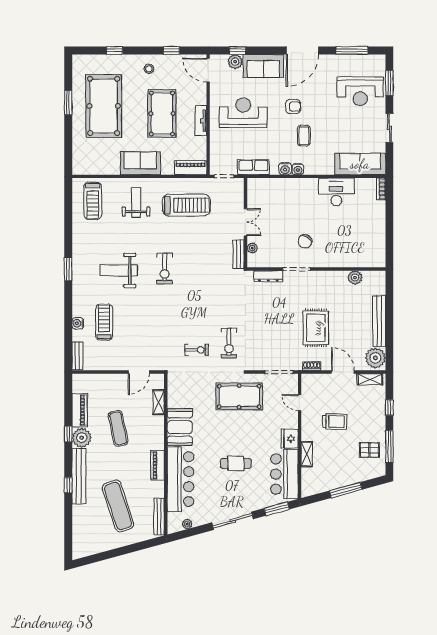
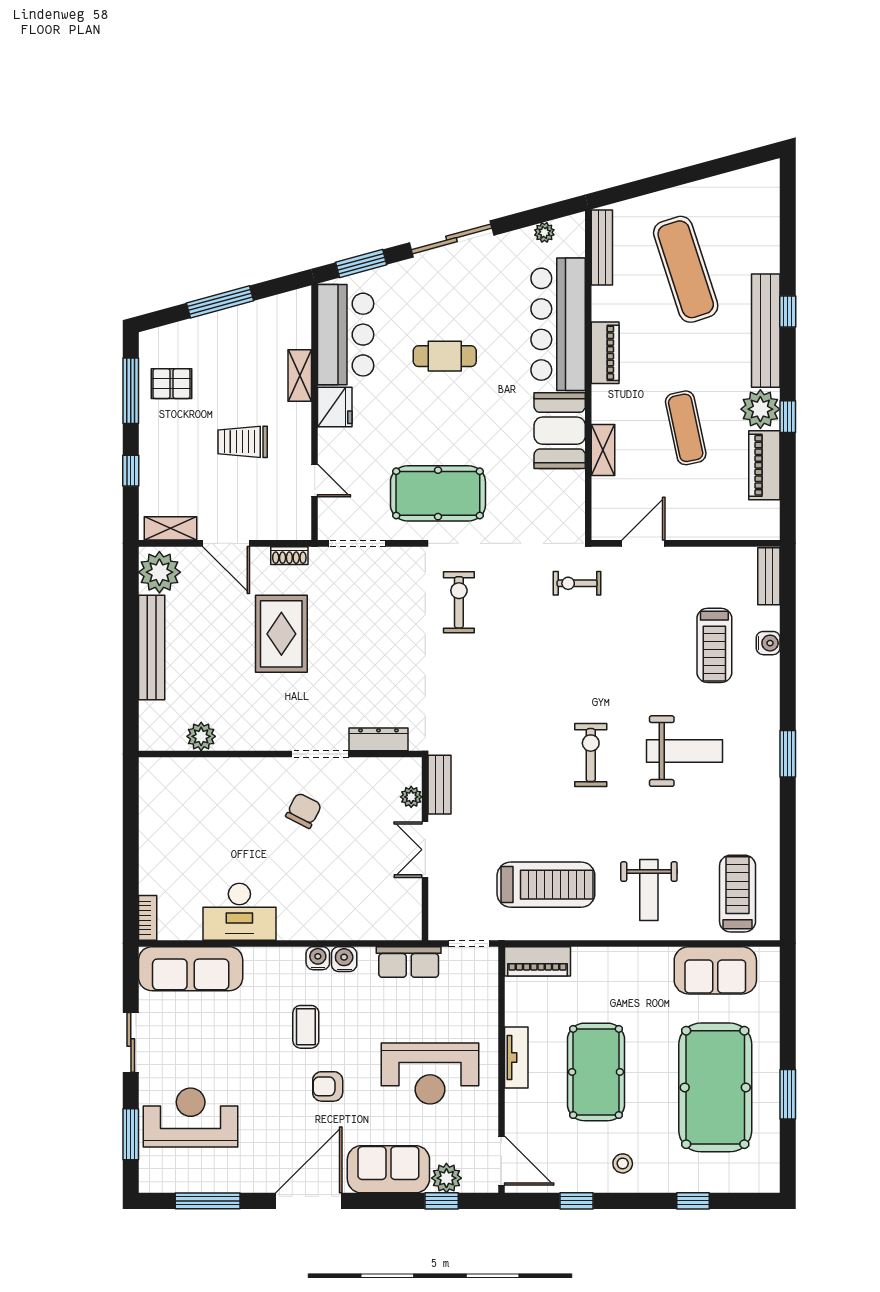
sofa: (140, 163) -> (715, 970), moved
treadmill: (186, 205) -> (546, 885), turned 180
exercise bike: (197, 350) -> (577, 583), moved
shelving: (159, 402) -> (603, 450), moved

